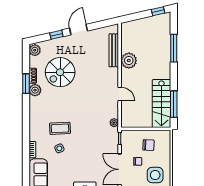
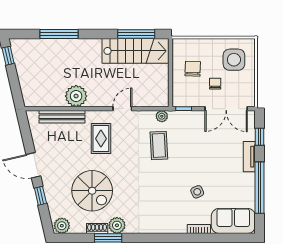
rug: (98, 79) -> (101, 139), added
coffee table: (60, 128) -> (159, 145), moved

